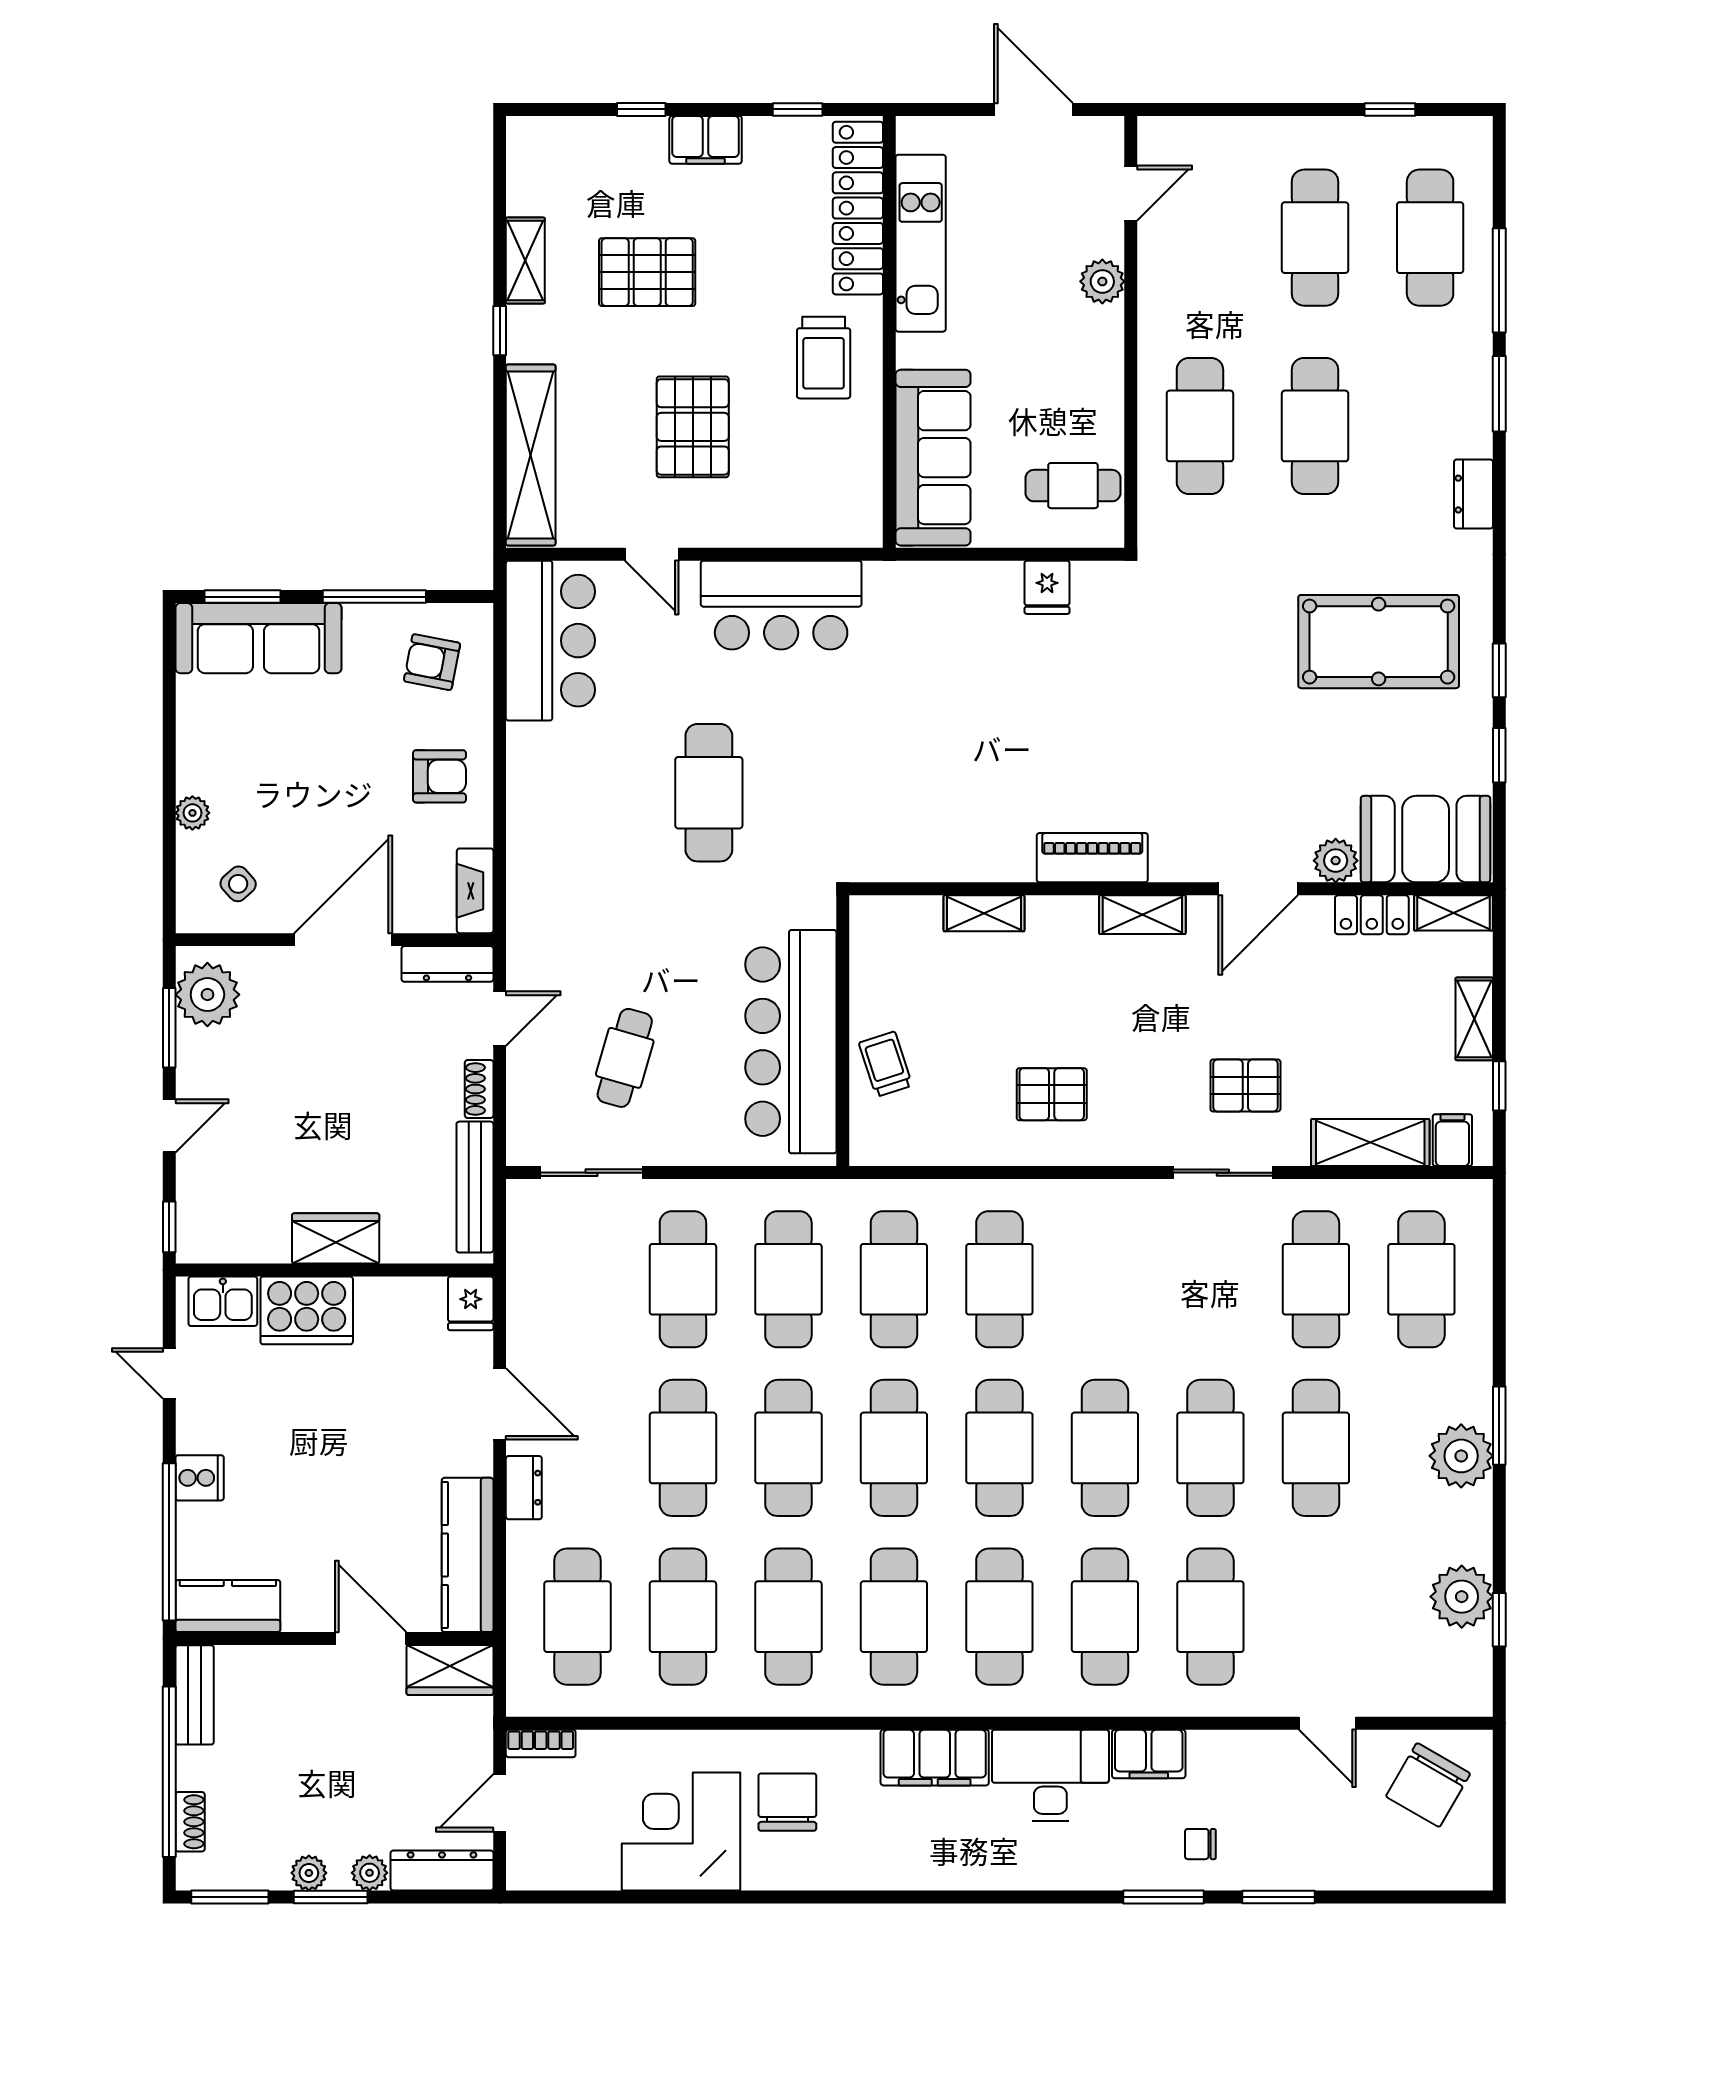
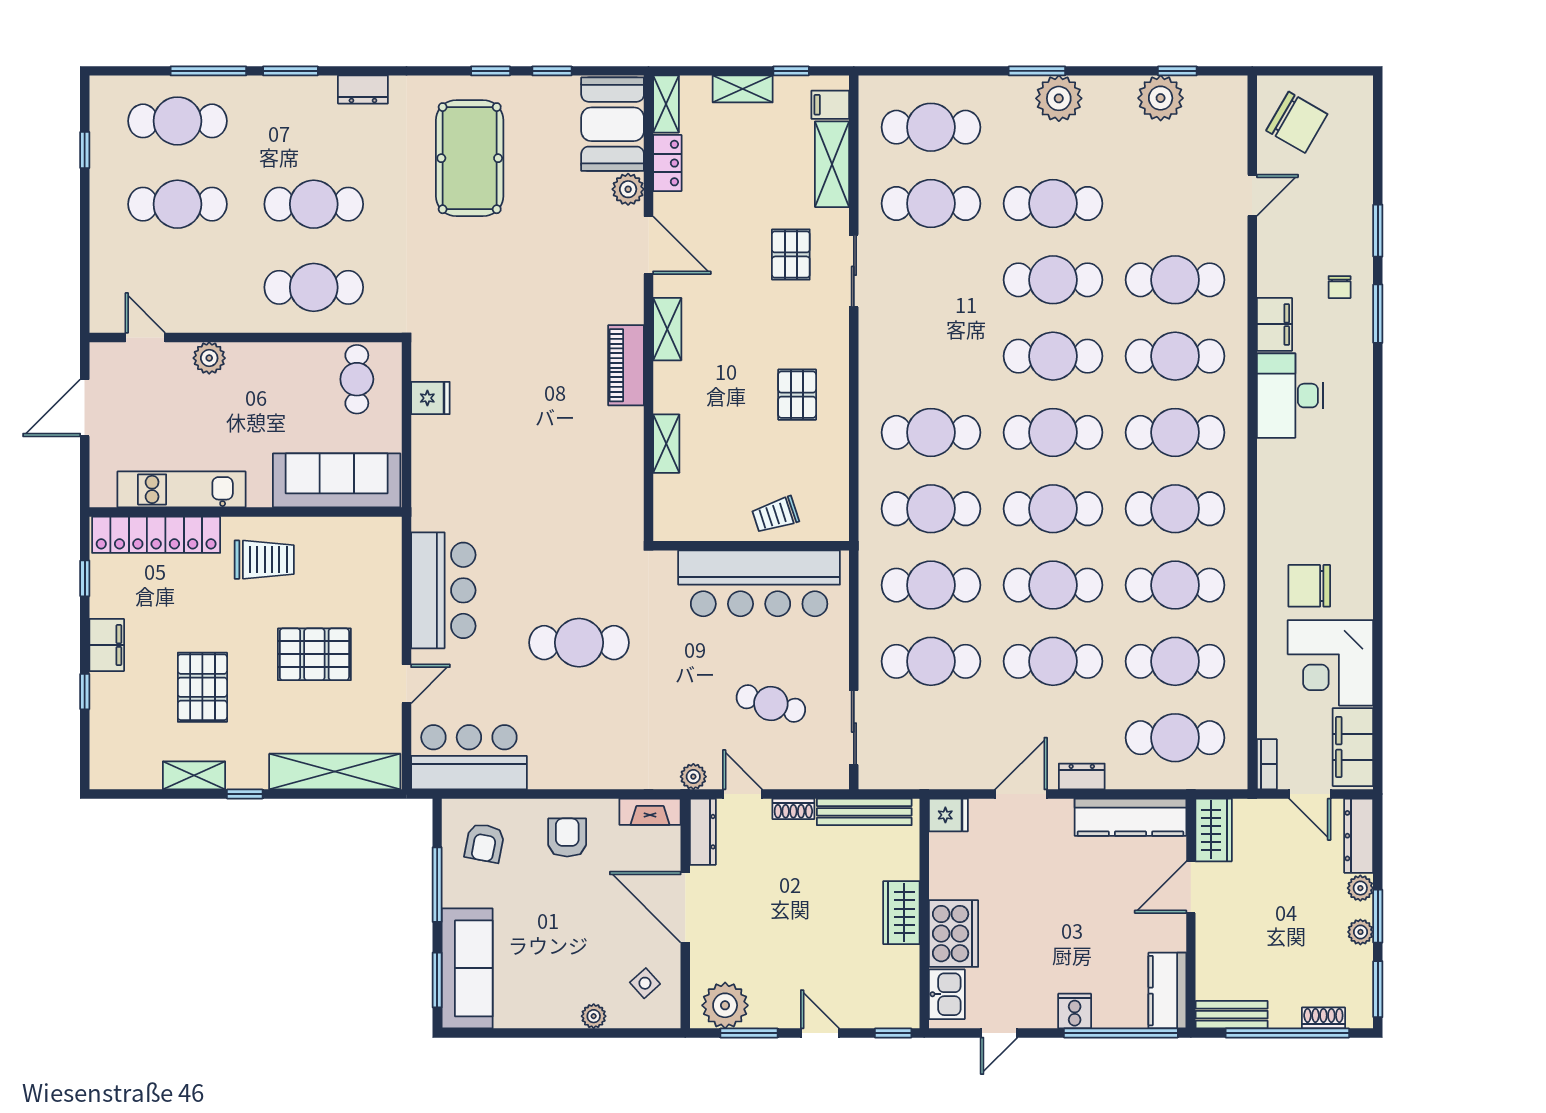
plant: (524, 951) -> (693, 777), added
filing cabinet: (935, 1758) -> (1353, 747), moved, turned 180

